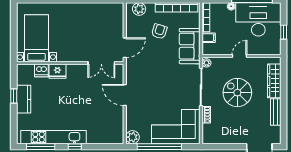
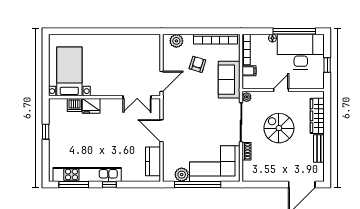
kitchen counter: (24, 99) -> (153, 161), moved, turned 180
plant: (133, 137) -> (182, 175), moved

